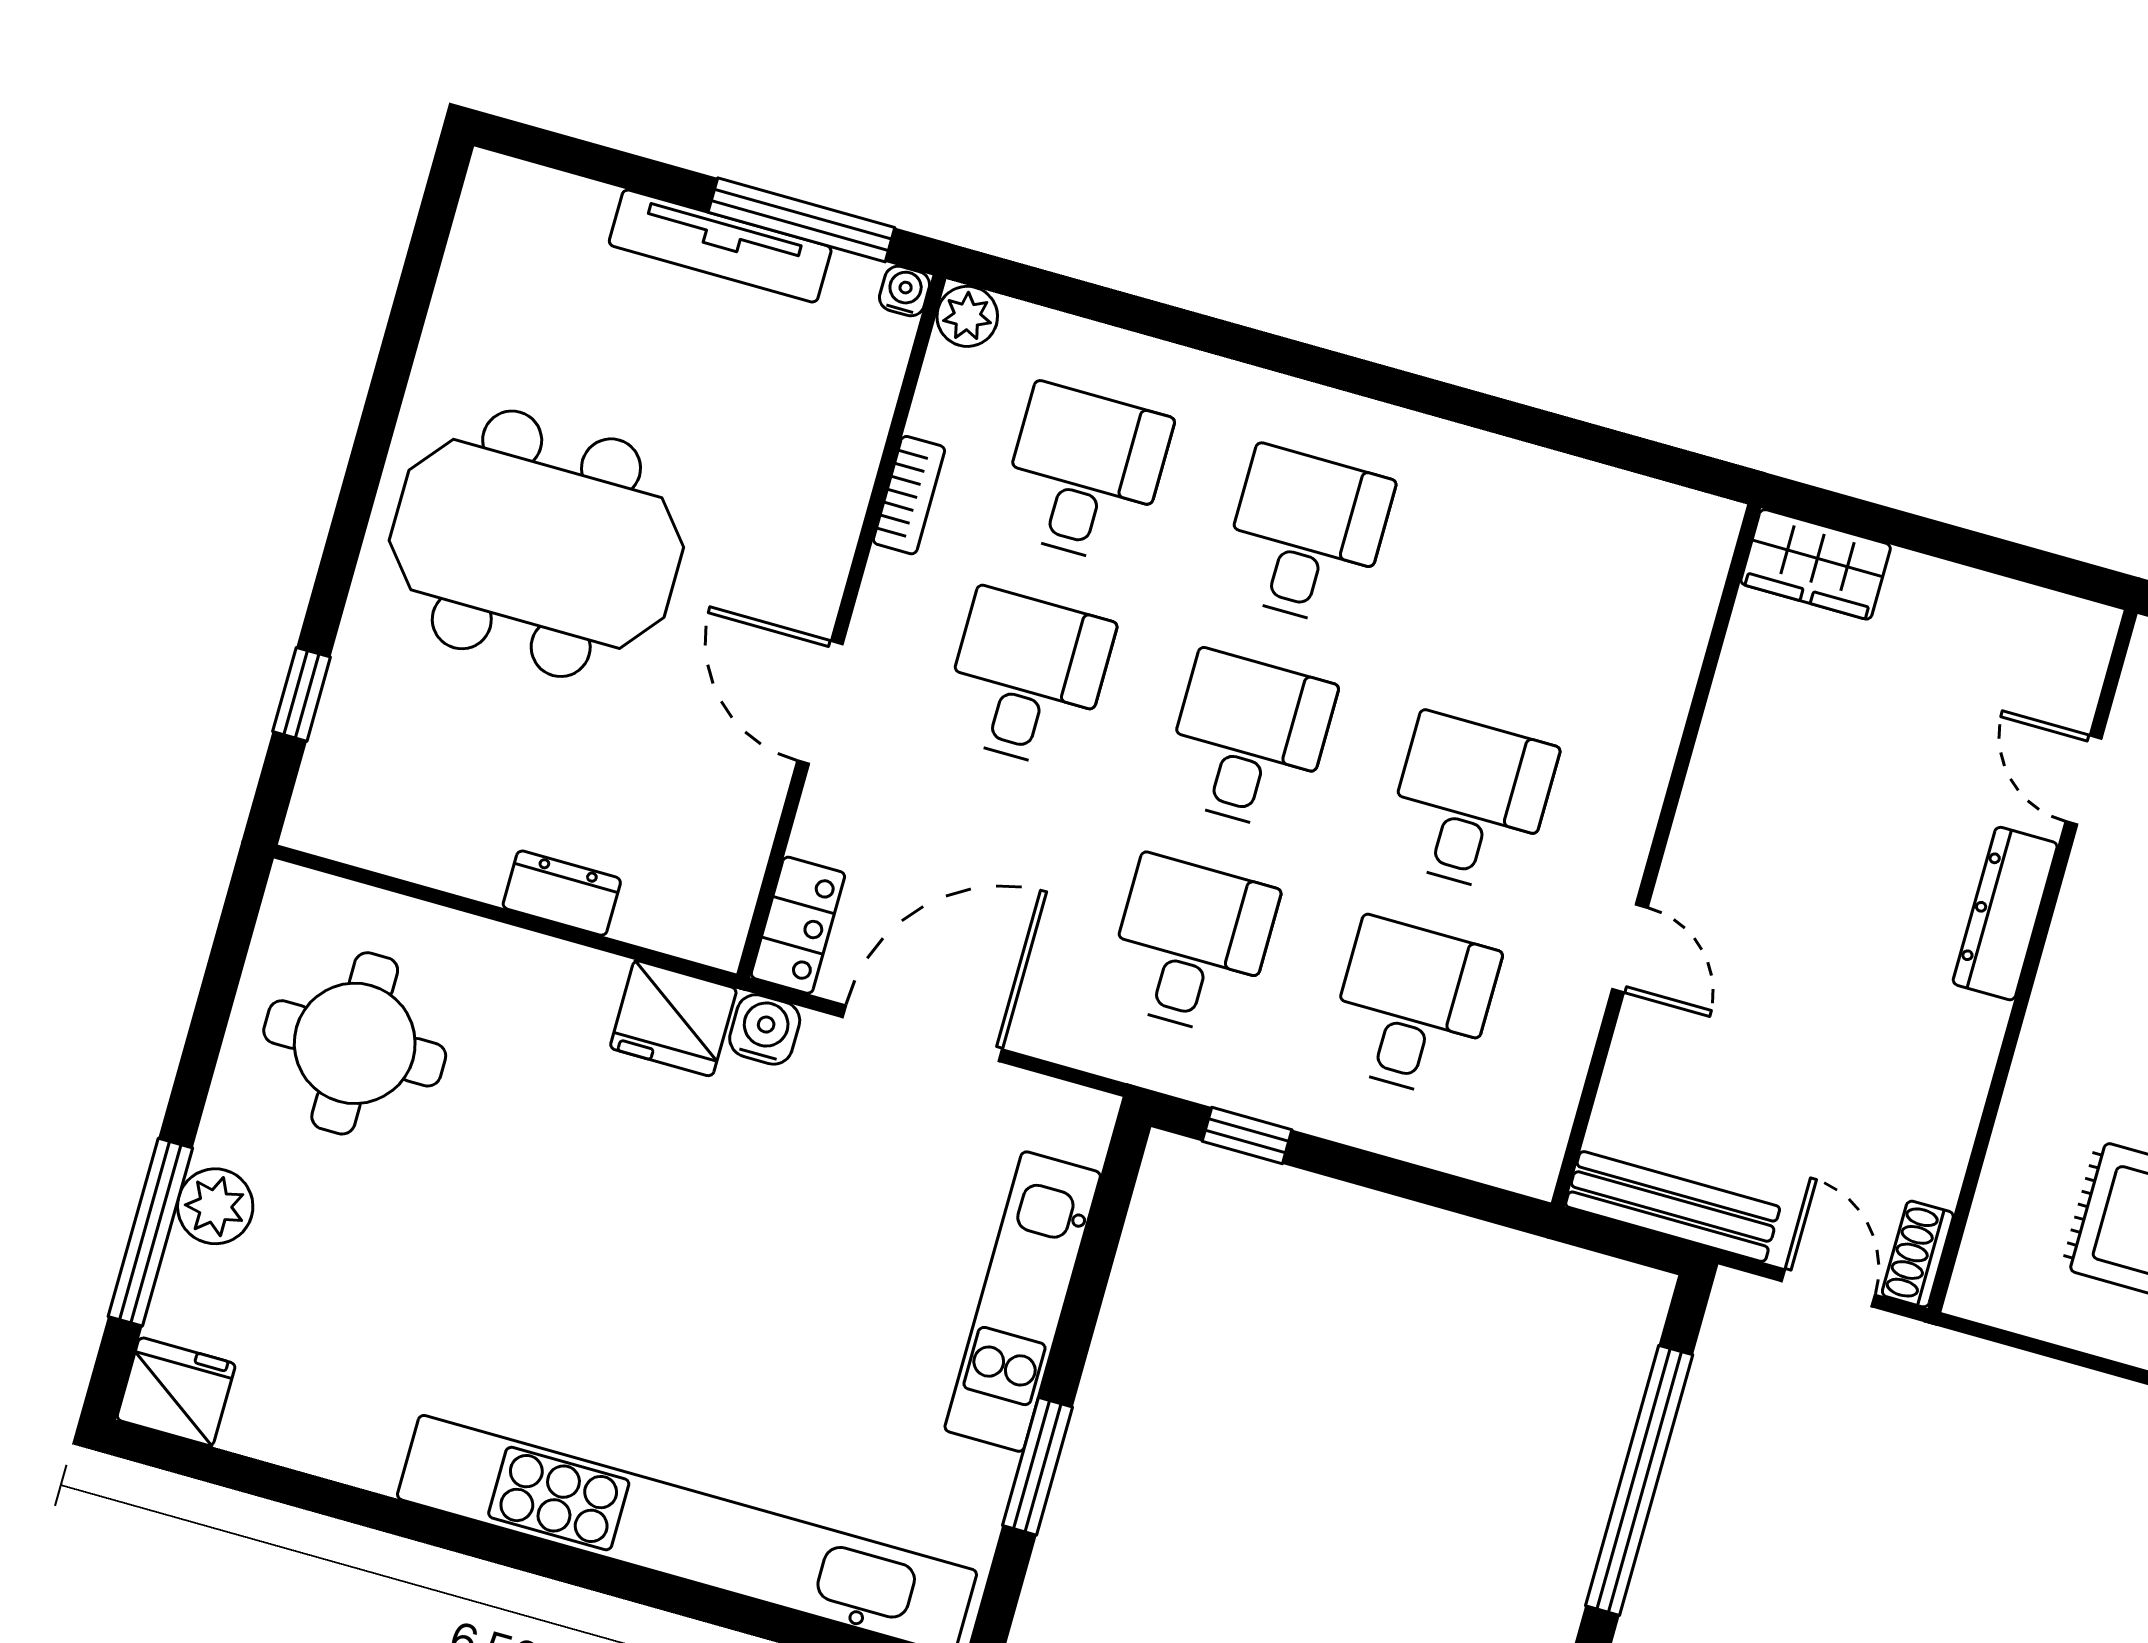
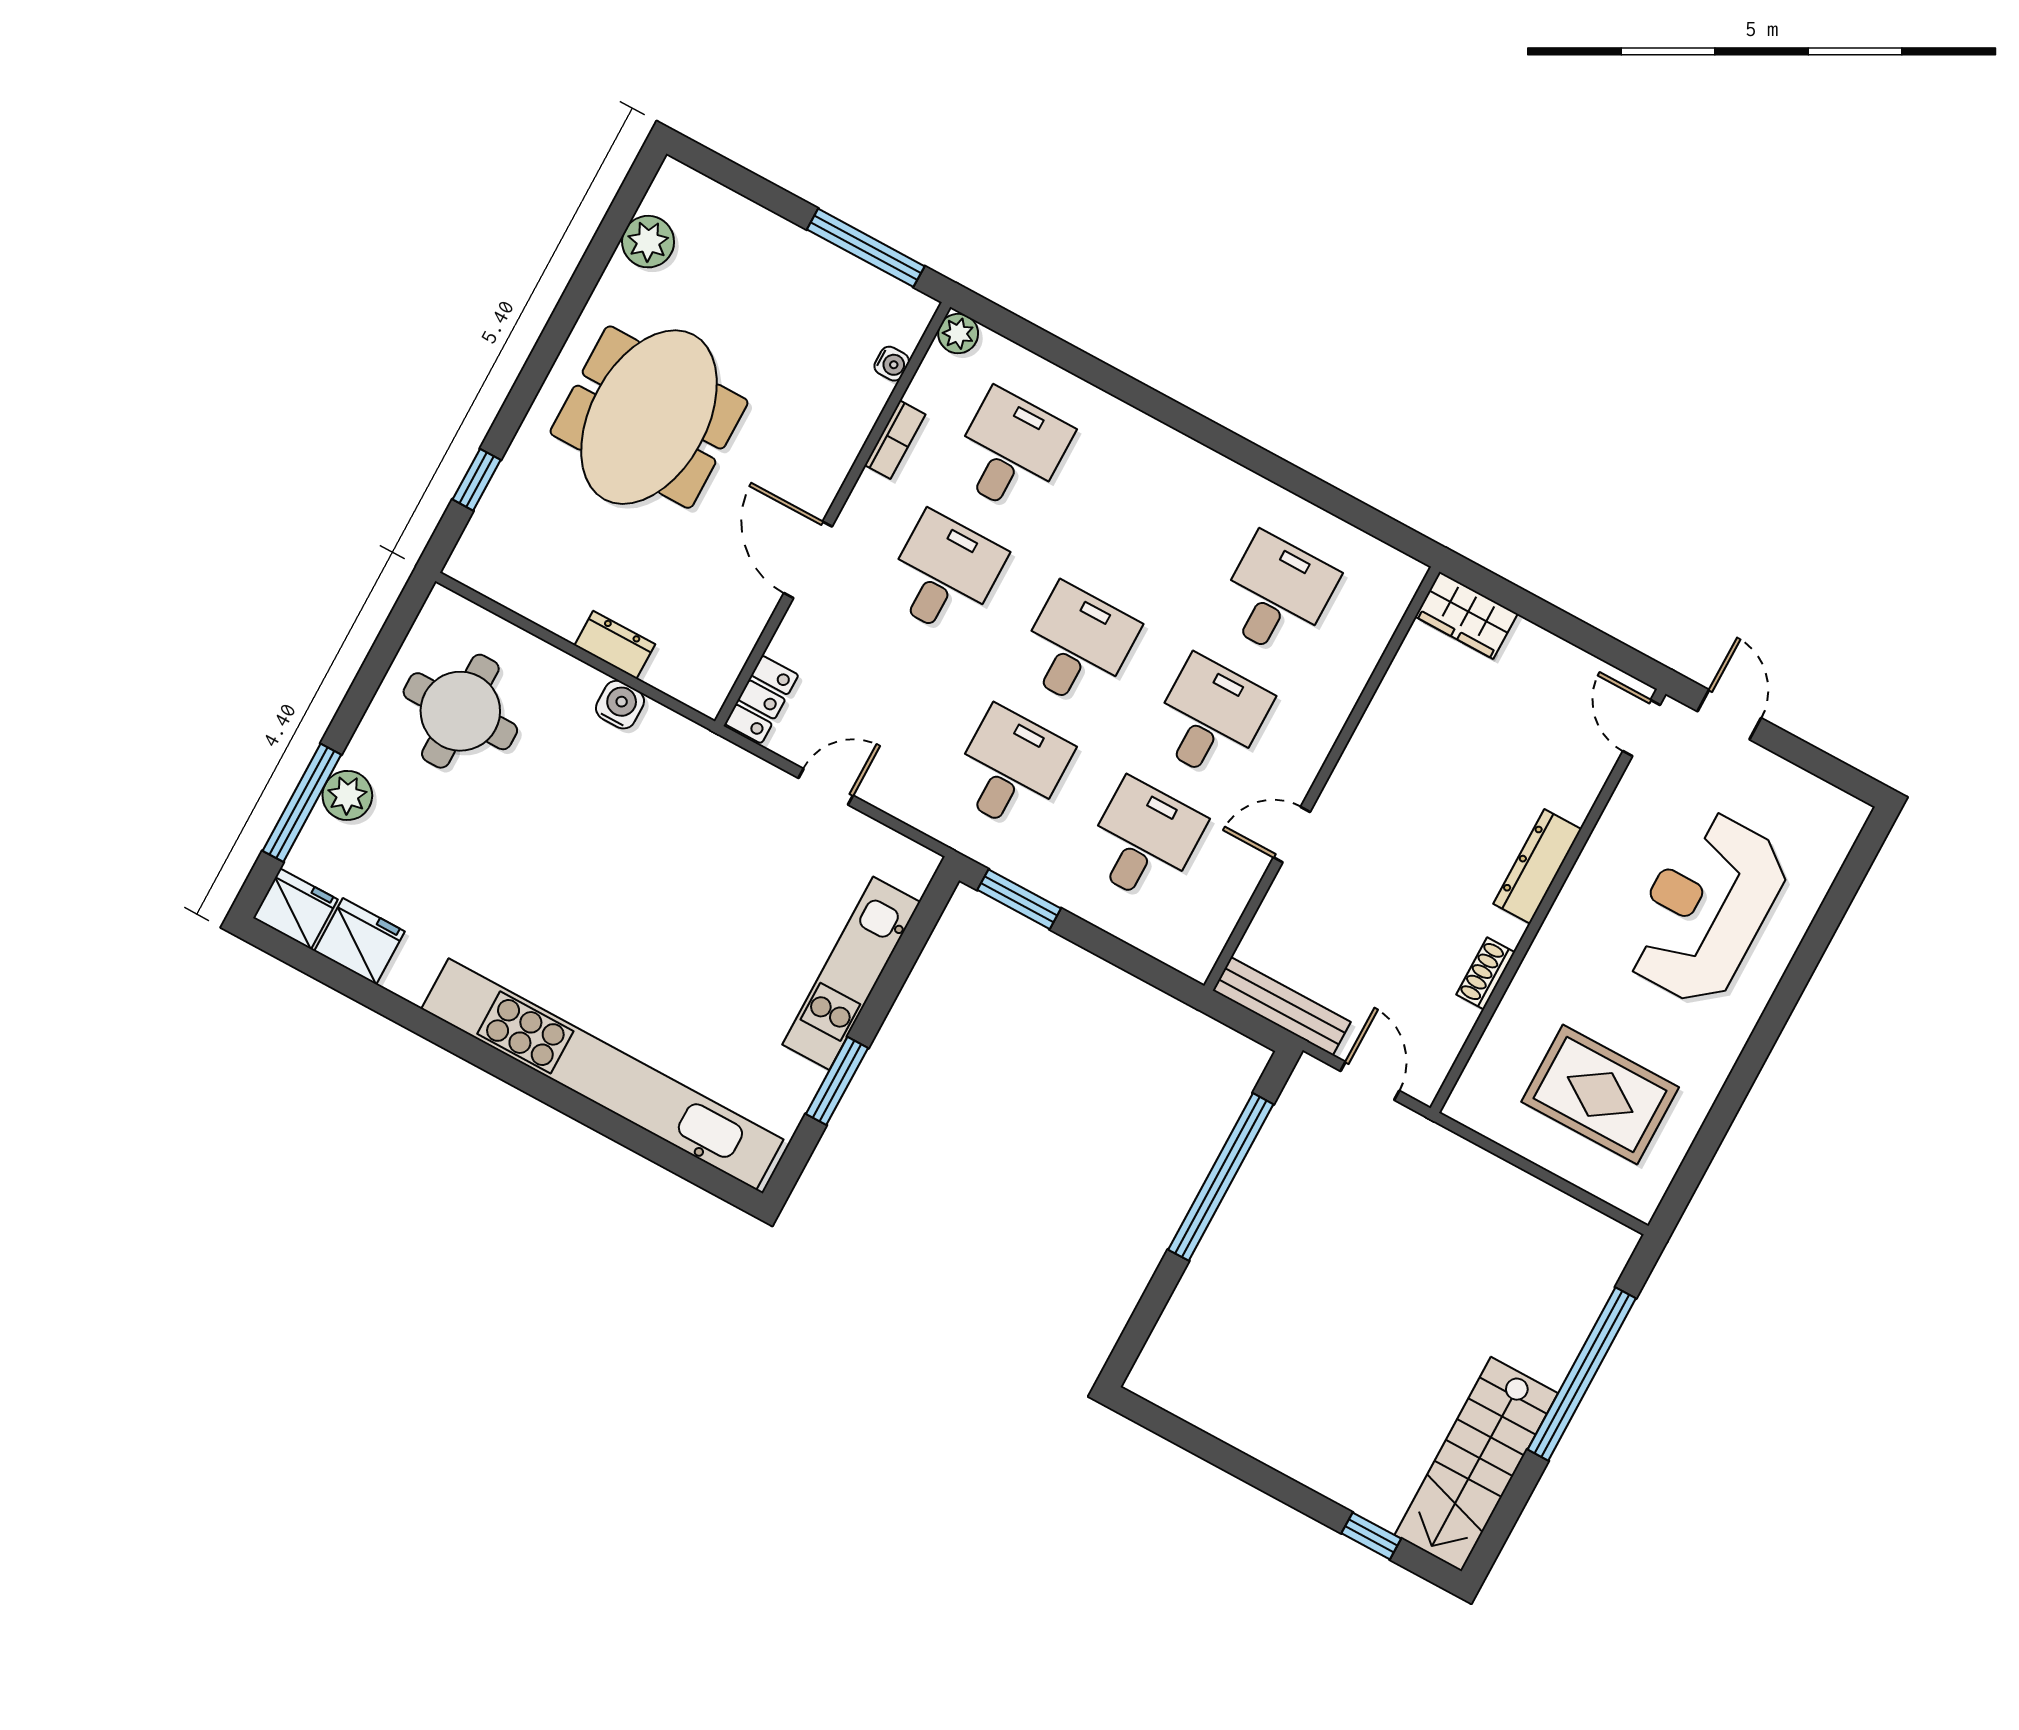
tv unit: (720, 246) -> (810, 253), removed
plant: (476, 284) -> (648, 242), added
water cooler: (905, 291) -> (892, 364), moved, turned 90
desk: (1306, 536) -> (1277, 595), moved
meeting table: (536, 544) -> (649, 417), turned 90
door: (2083, 780) -> (1642, 728), moved
door: (1630, 948) -> (1292, 835), swing flipped
fridge: (673, 1018) -> (360, 941), moved, turned 180
water cooler: (765, 1029) -> (620, 705), moved
door: (922, 1033) -> (826, 787), width x0.53
window: (1247, 1136) -> (1019, 899), width x1.50
shoe rack: (1918, 1254) -> (1485, 973), moved

